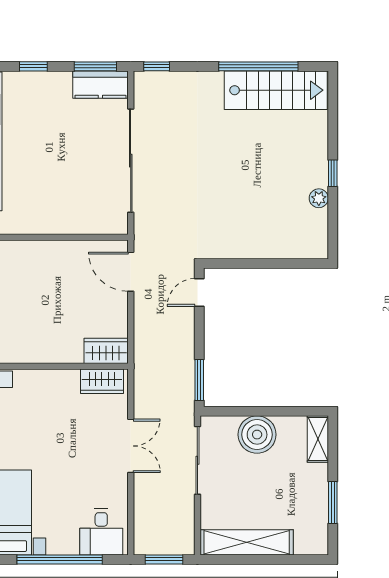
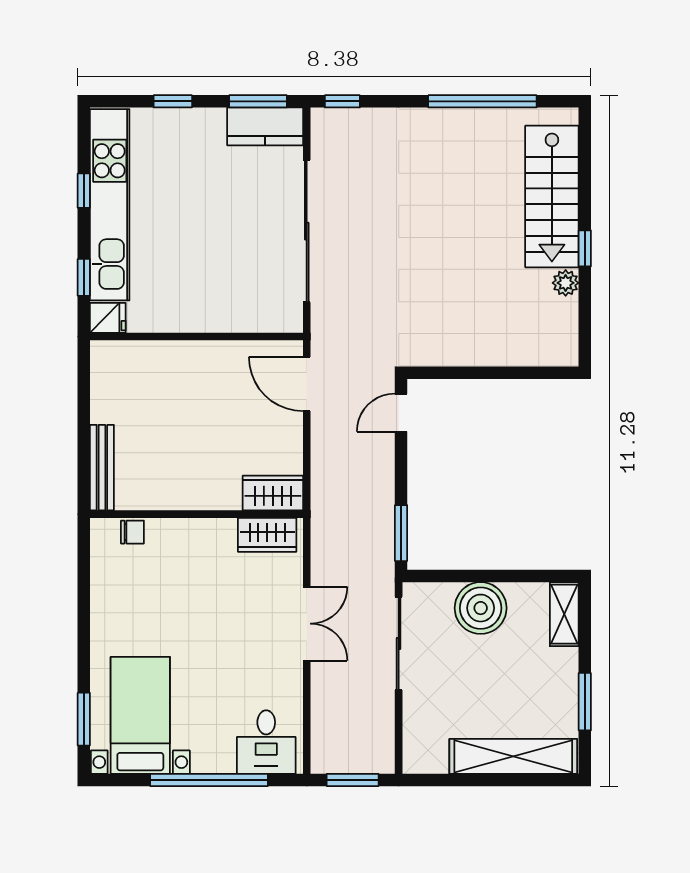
stairs: (276, 90) -> (552, 197), moved, turned 90
shelving: (247, 542) -> (513, 756), moved

